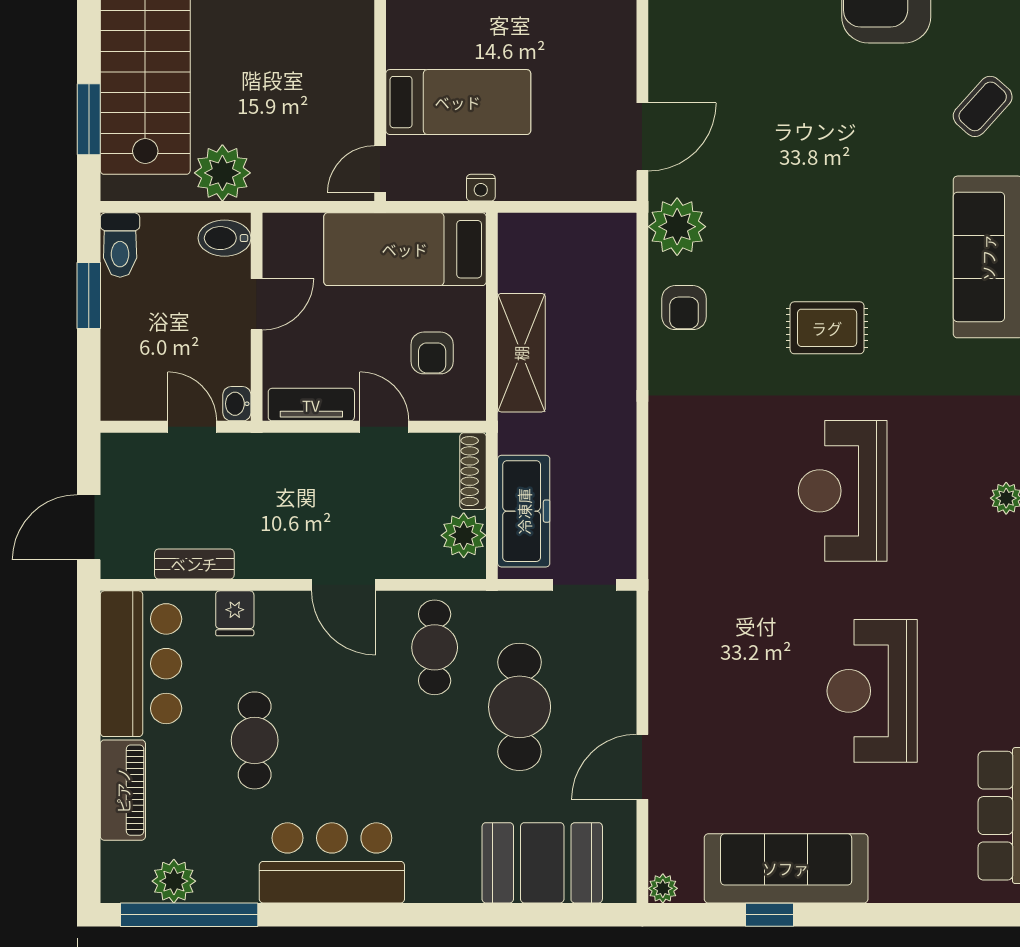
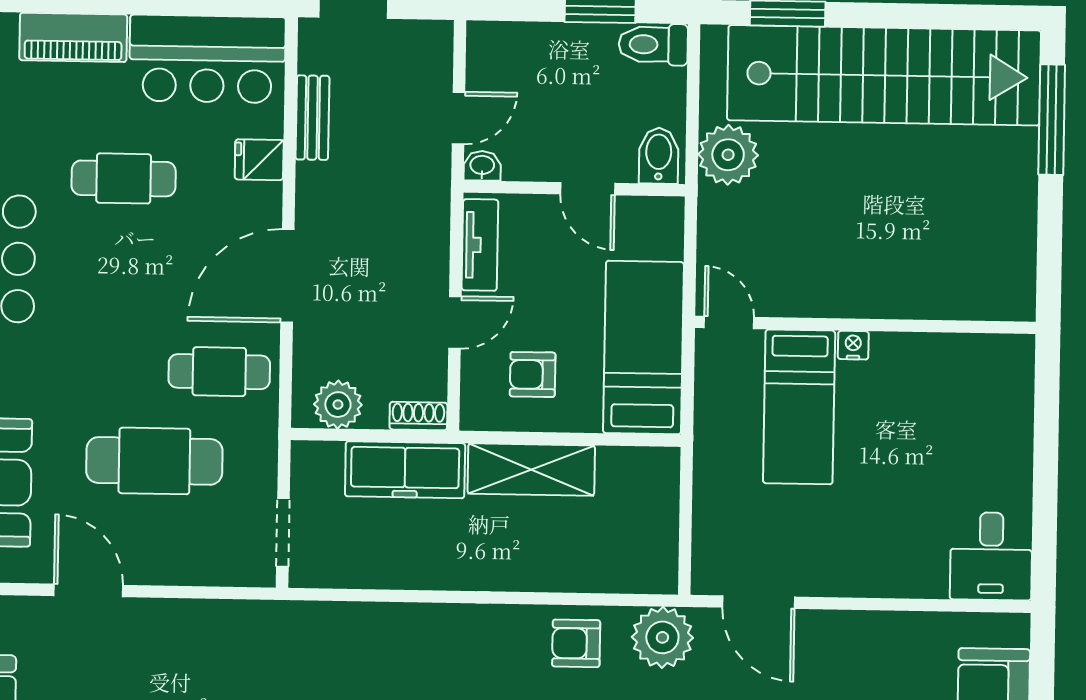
nightstand: (481, 188) -> (853, 345), moved, turned 90
shoe rack: (473, 471) -> (418, 416), width x0.70
freezer: (524, 511) -> (405, 470), moved
door: (343, 585) -> (287, 276), width x1.36

